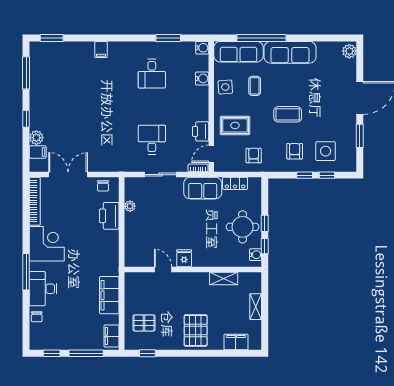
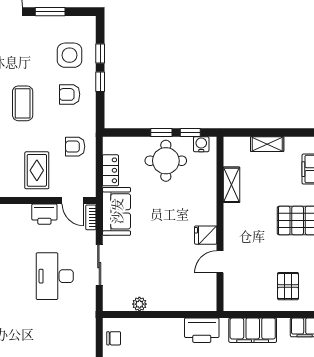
desk: (152, 140) -> (55, 276), width x1.37
printer: (109, 216) -> (202, 330), moved

